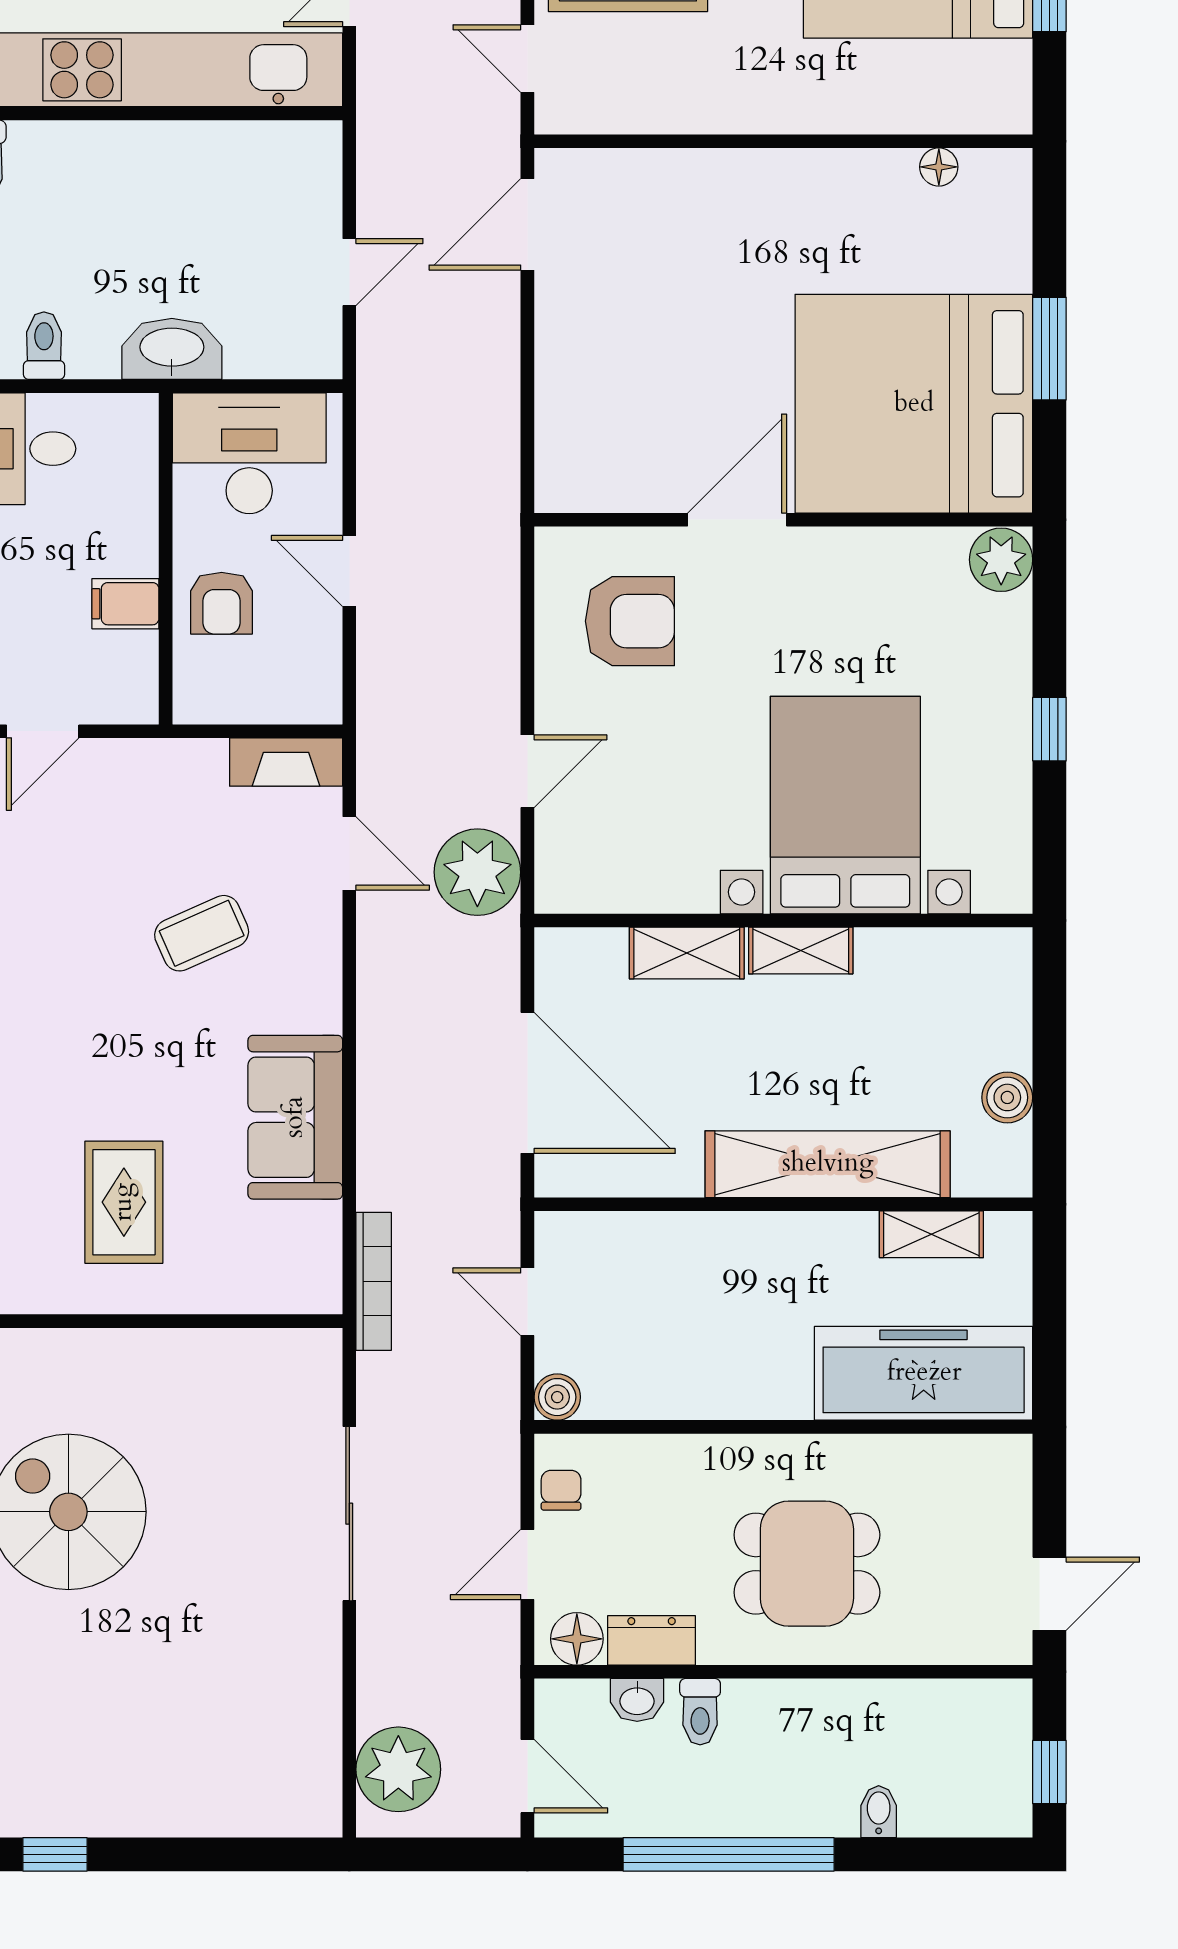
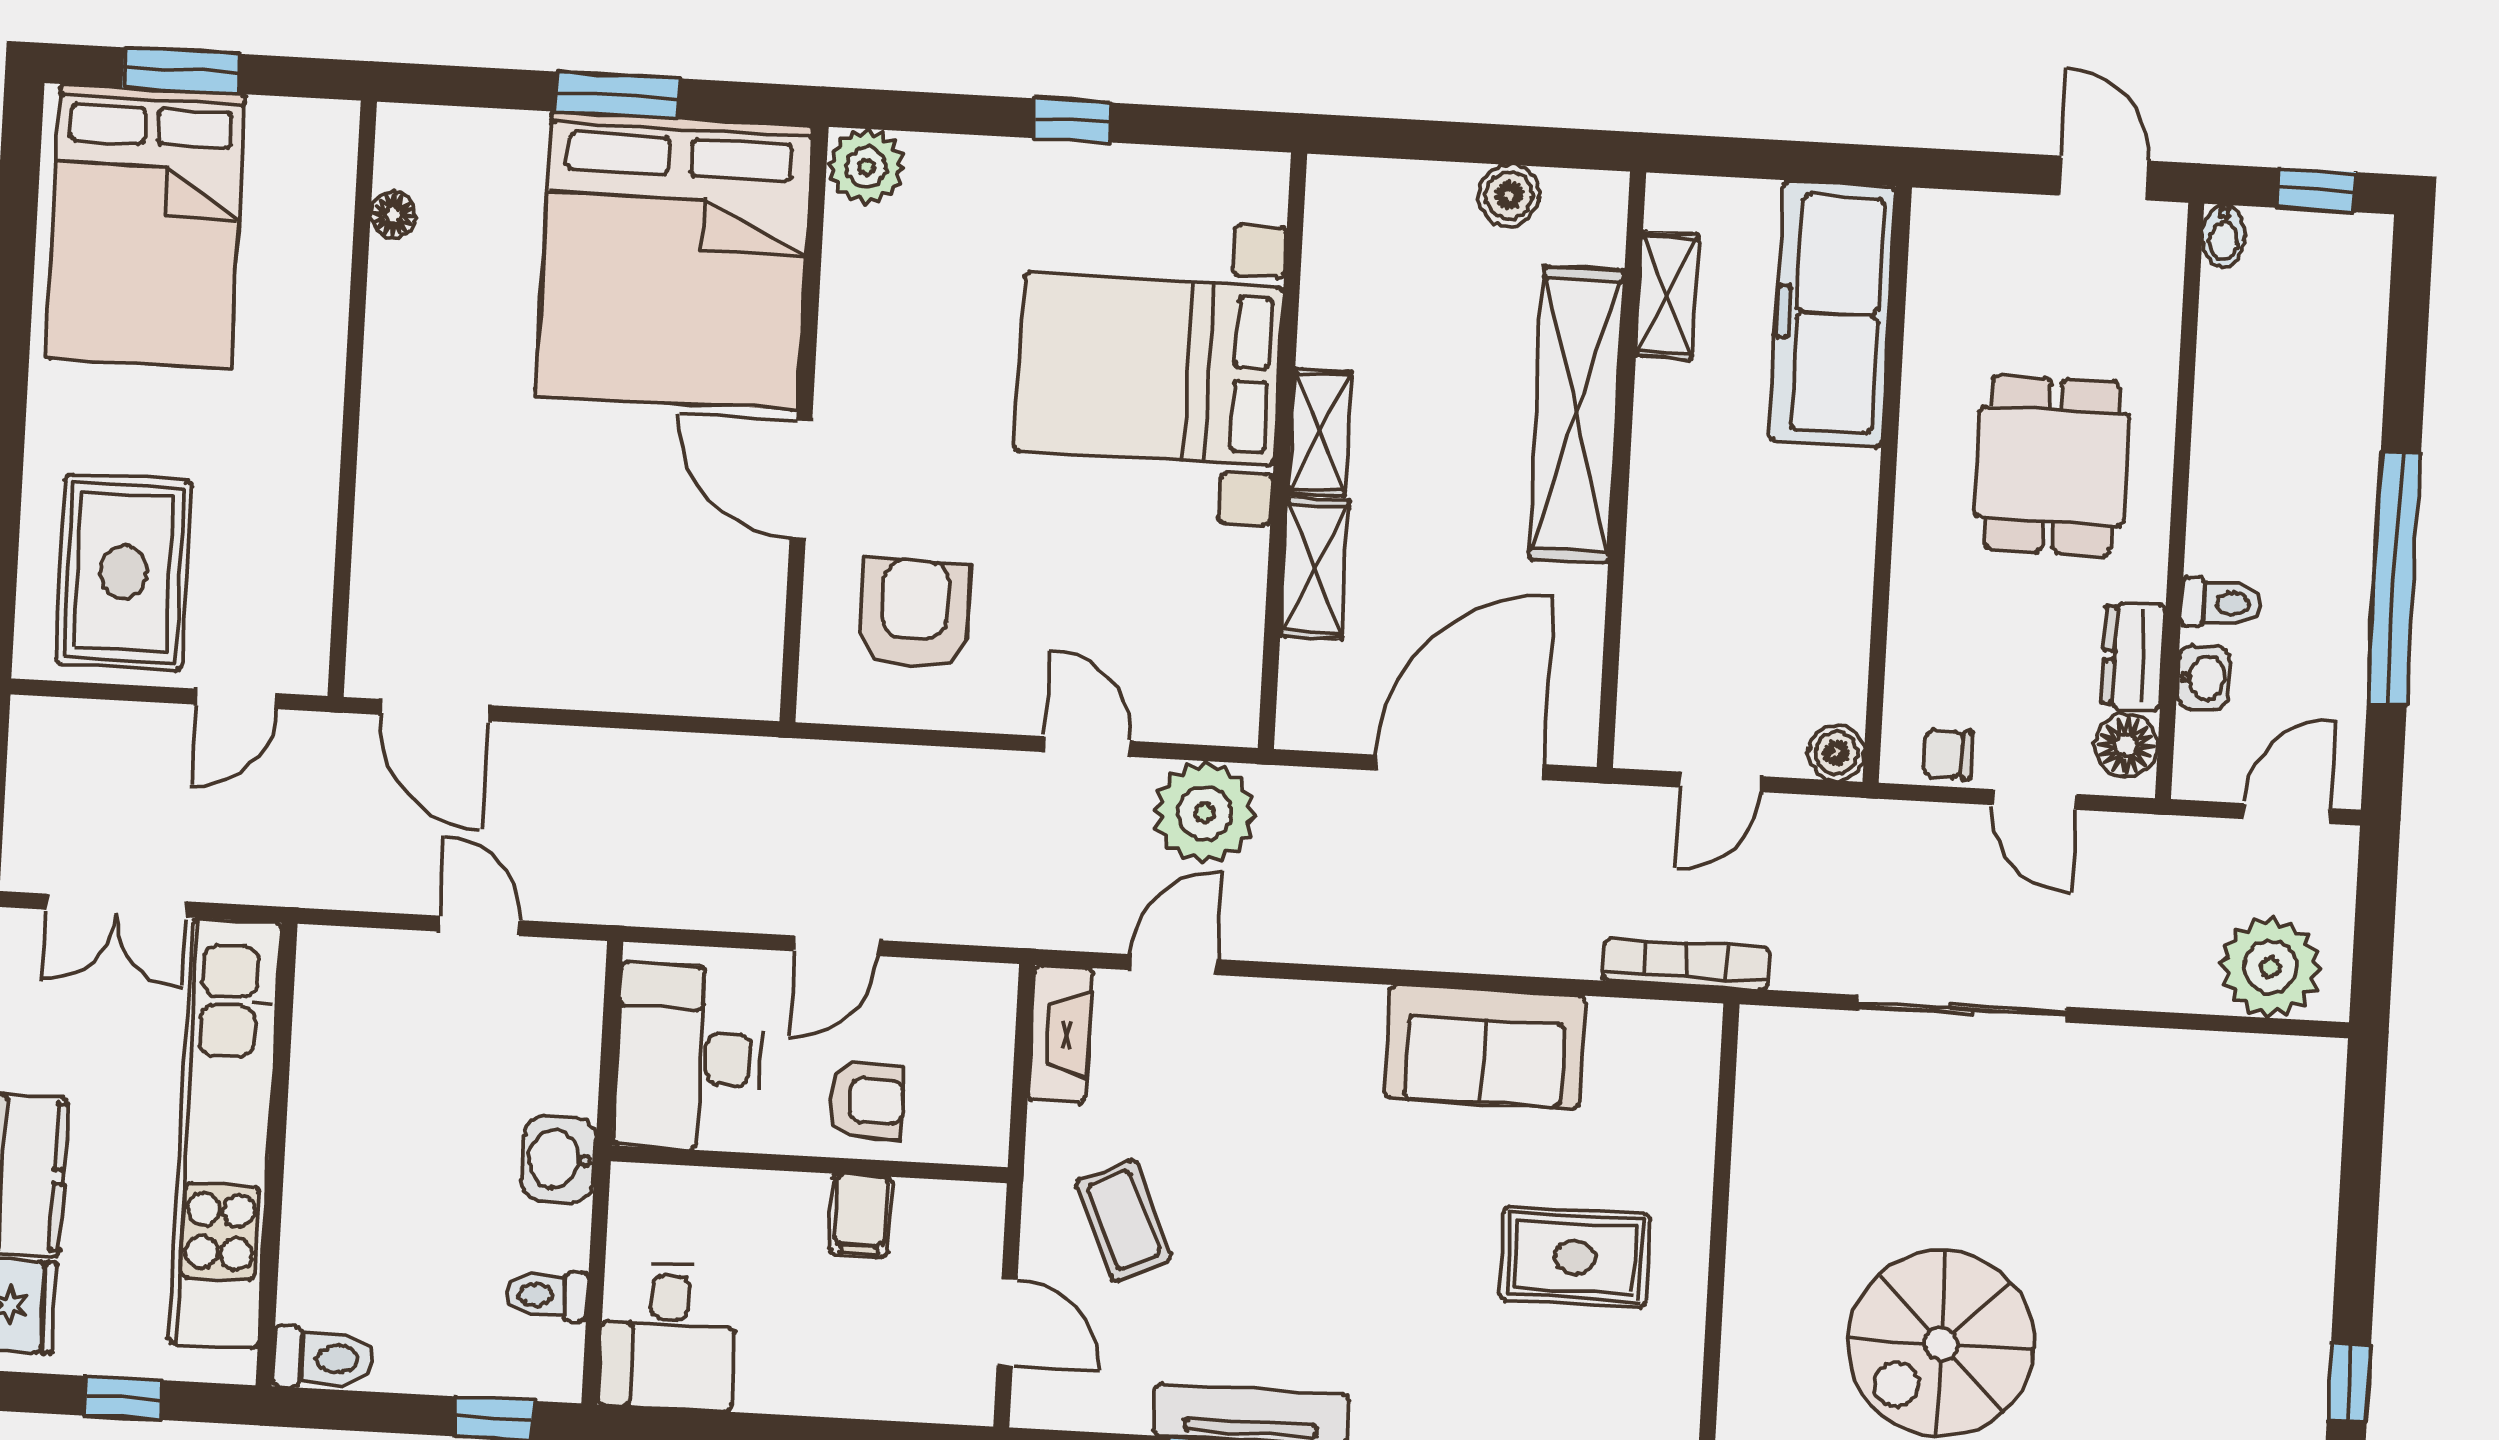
washbasin: (172, 349) -> (558, 1159), width x0.72
coffee table: (202, 933) -> (1124, 1220), moved
bidet: (879, 1812) -> (2224, 236), moved, turned -90

